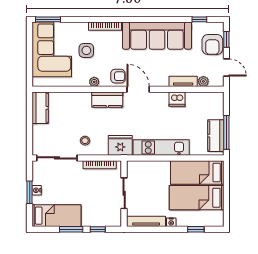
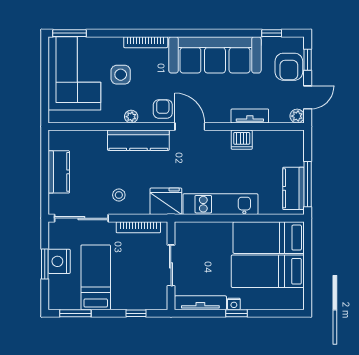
door: (226, 67) -> (308, 97), hinge flipped
armchair: (118, 76) -> (163, 109), turned -90
plant: (203, 81) -> (297, 116), moved
kitchen counter: (107, 100) -> (138, 140), width x1.50
kitchen counter: (40, 108) -> (59, 172), moved
nightstand: (37, 190) -> (59, 261), width x1.89, depth x1.79
bed: (56, 216) -> (96, 277), moved, turned -90
window: (71, 229) -> (75, 313), moved
window: (196, 229) -> (237, 313), moved

